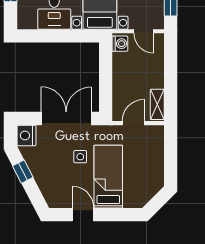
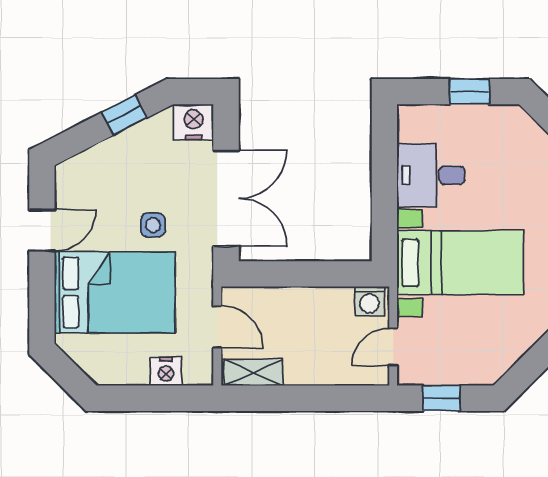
nightstand: (157, 150) -> (166, 371), added
bed: (108, 177) -> (115, 292), width x1.50

